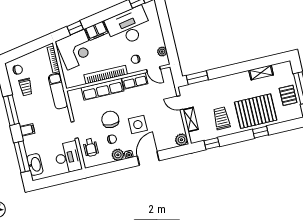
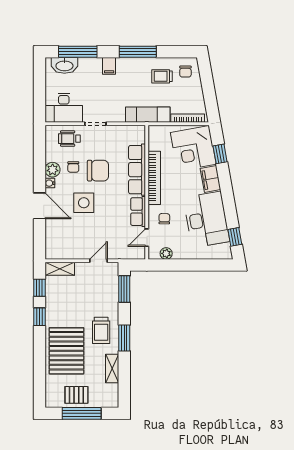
window: (235, 69) -> (124, 338), added
trolley: (221, 118) -> (101, 330), moved, turned 90
shelving: (191, 120) -> (60, 269), moved
window: (260, 132) -> (39, 317), moved
plant: (181, 140) -> (53, 252), removed

